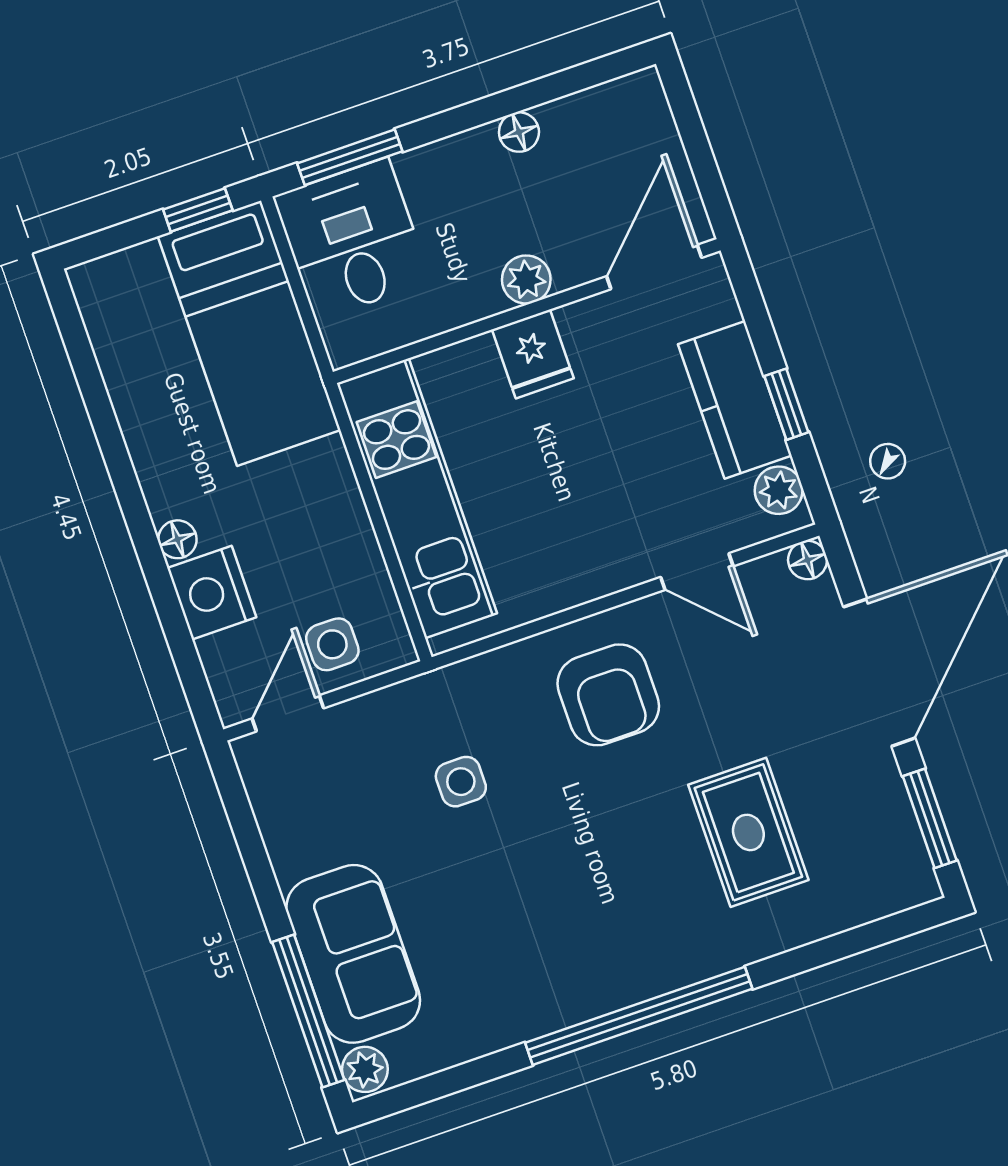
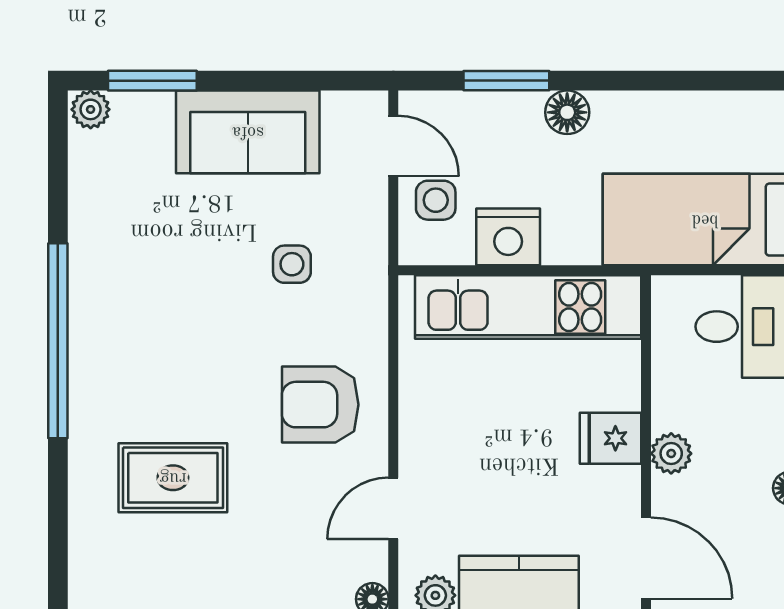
floor lamp: (177, 539) -> (567, 112), width x1.37, depth x1.37
nightstand: (212, 593) -> (508, 237), moved, turned 180
window: (170, 611) -> (506, 81), added
sofa: (353, 954) -> (248, 132), moved
window: (308, 1011) -> (152, 81), width x0.69

